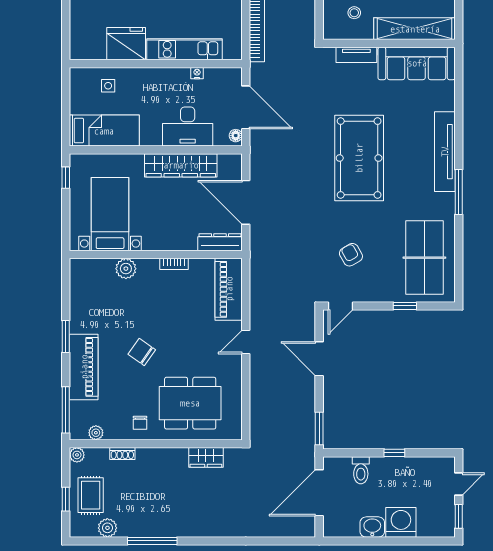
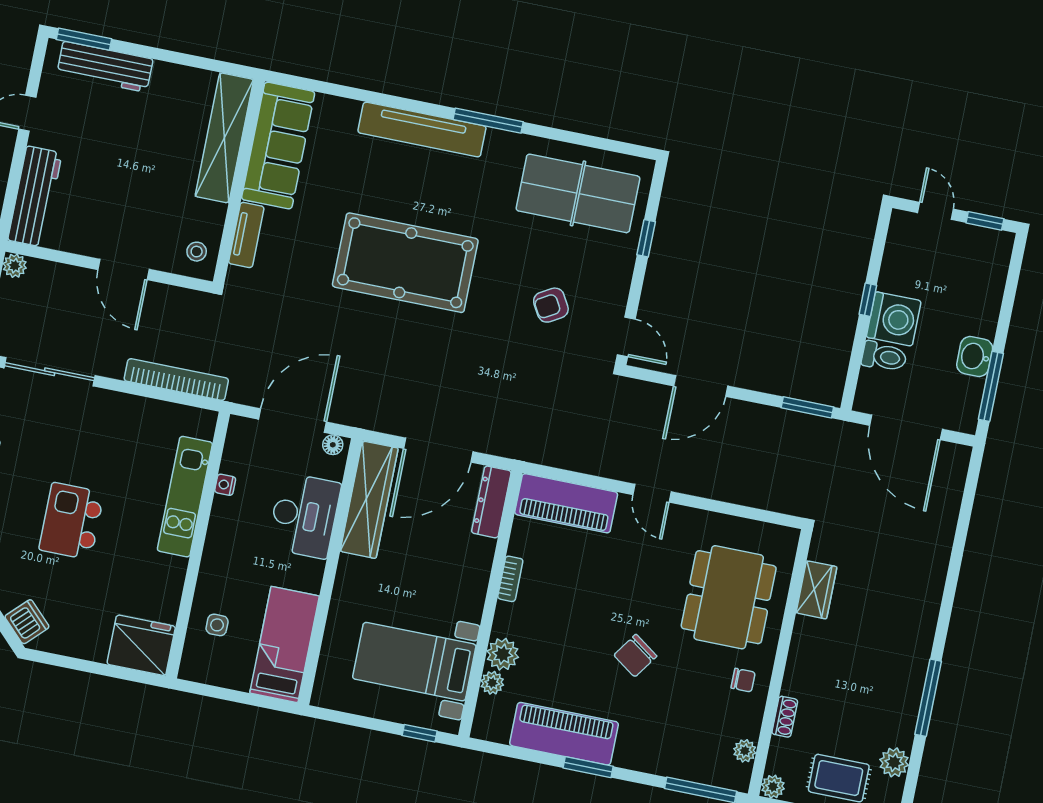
stool: (354, 13) -> (197, 252), moved
fridge: (126, 44) -> (141, 645), moved, turned 90
wardrobe: (181, 165) -> (369, 500), moved
window: (66, 178) -> (420, 733), moved
plant: (107, 266) -> (492, 683), added
piano: (84, 367) -> (564, 734), moved
washing machine: (401, 522) -> (894, 319), moved, turned 180
window: (356, 541) -> (991, 386), added

